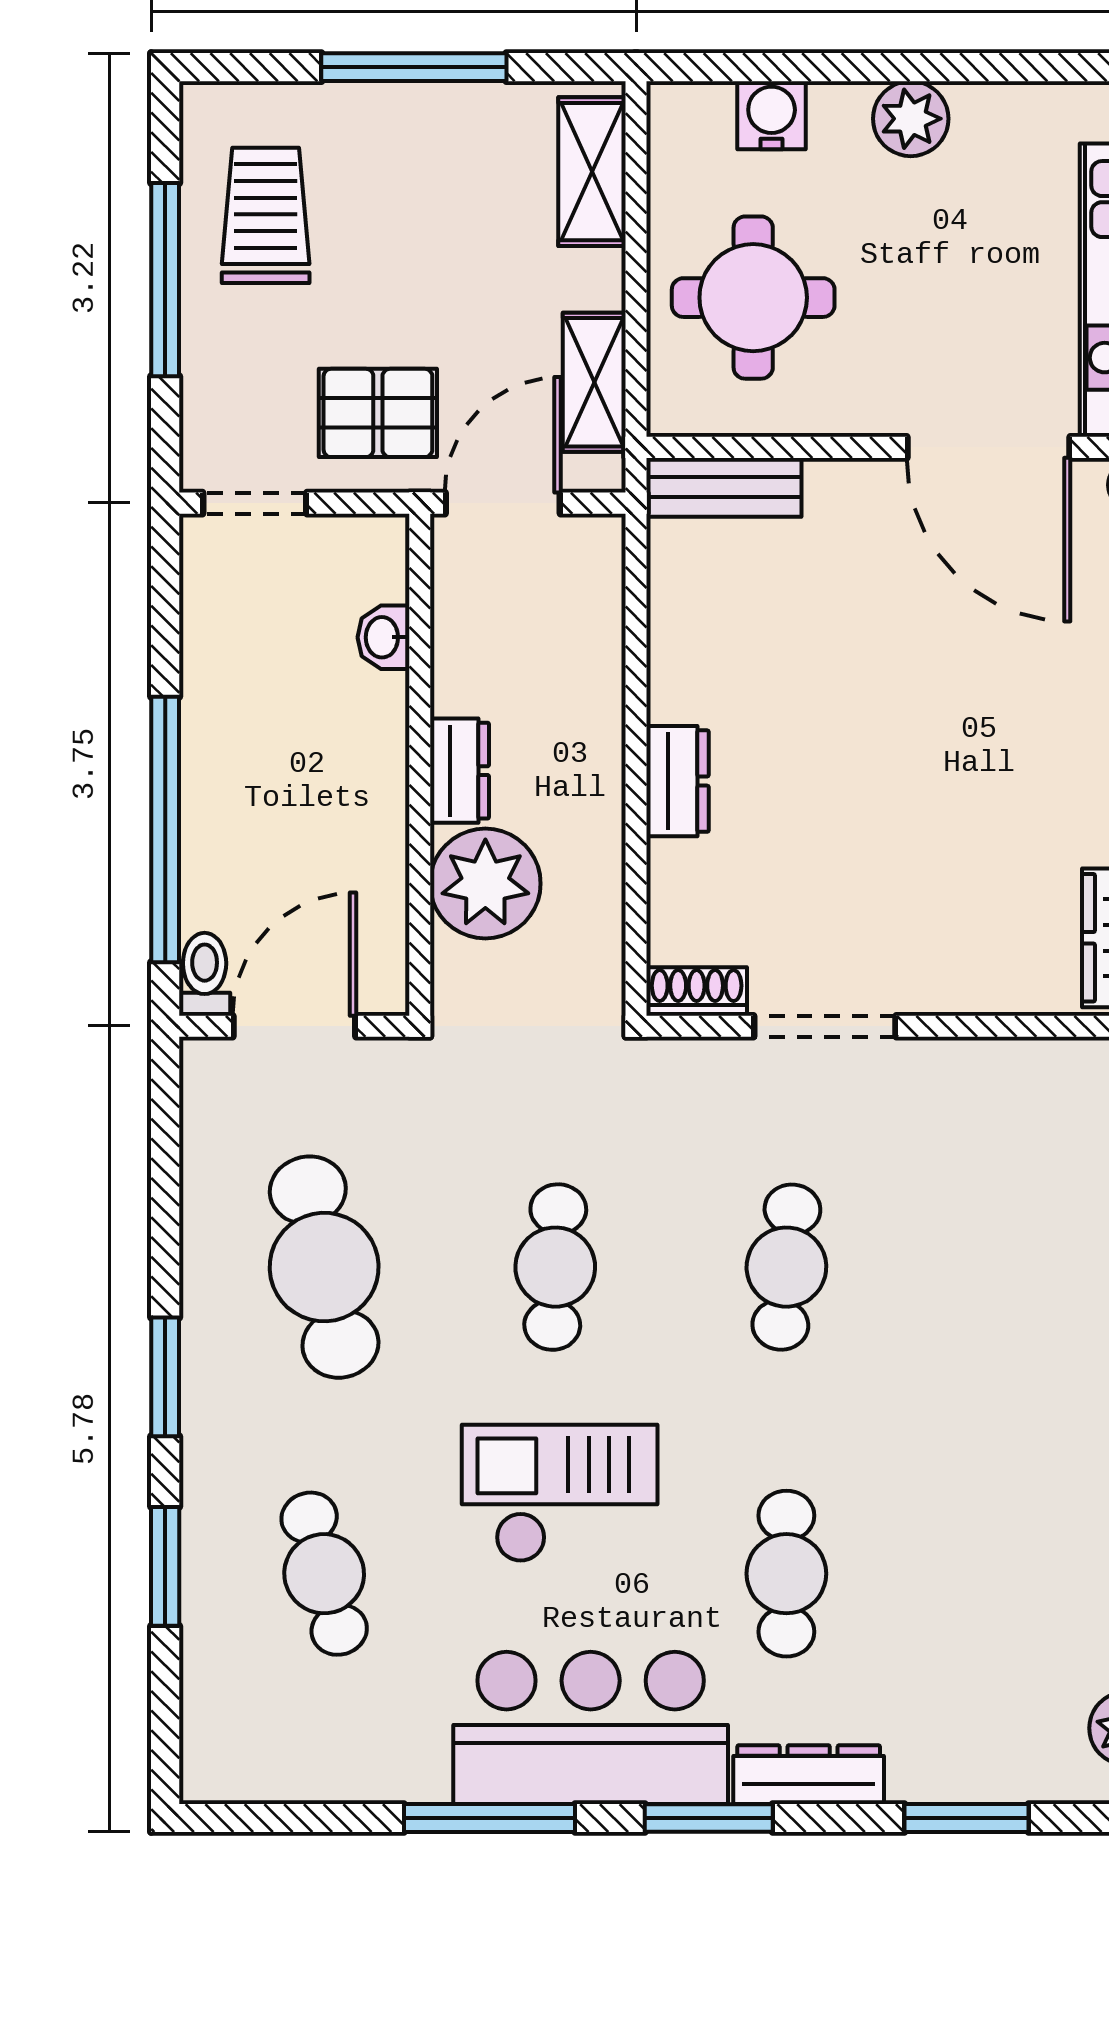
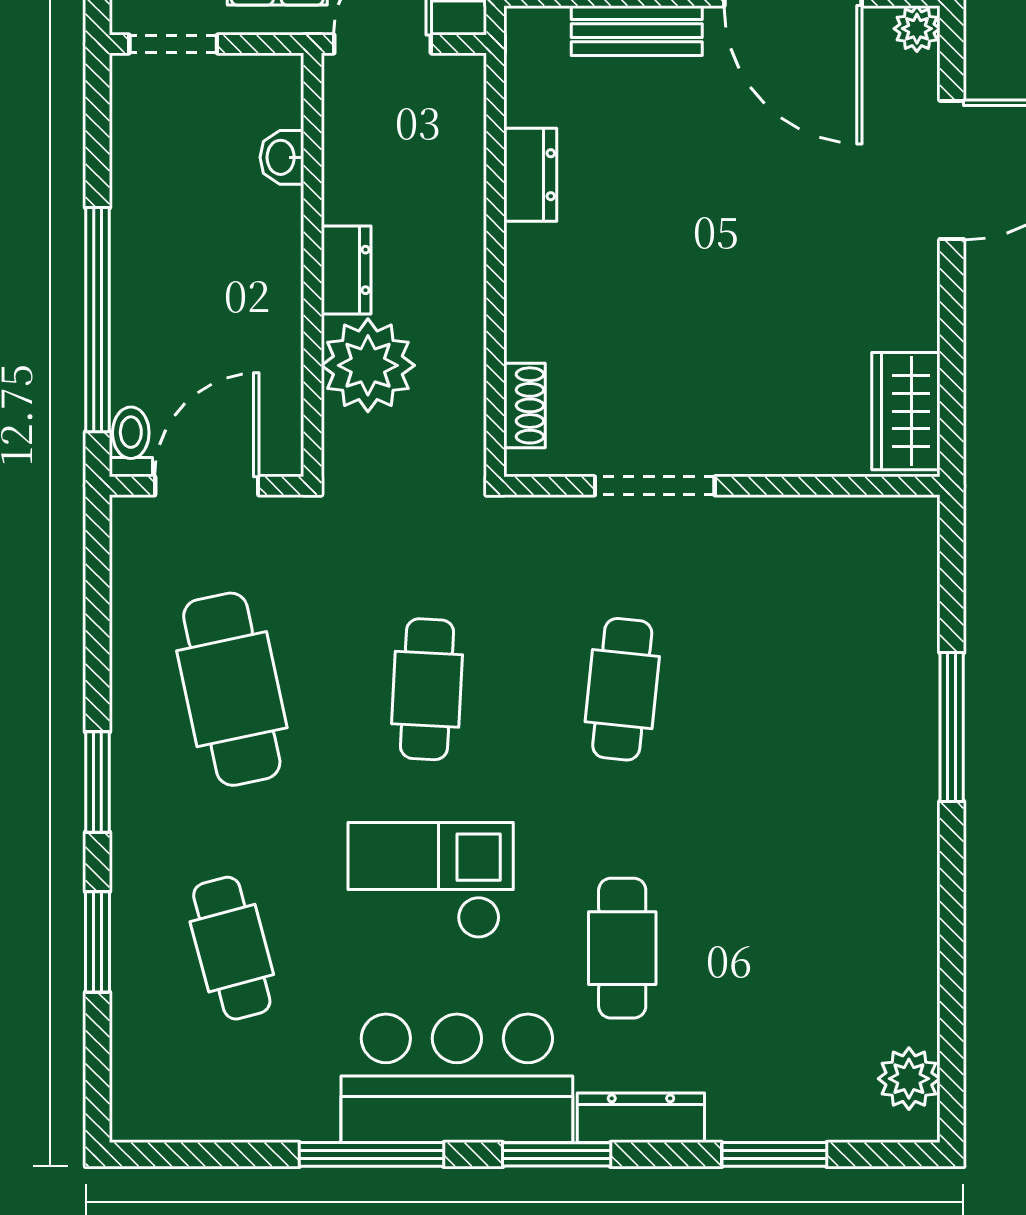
bench: (724, 487) -> (637, 31), moved
dresser: (678, 781) -> (530, 175), moved
shoe rack: (697, 991) -> (525, 405), moved, turned 90

